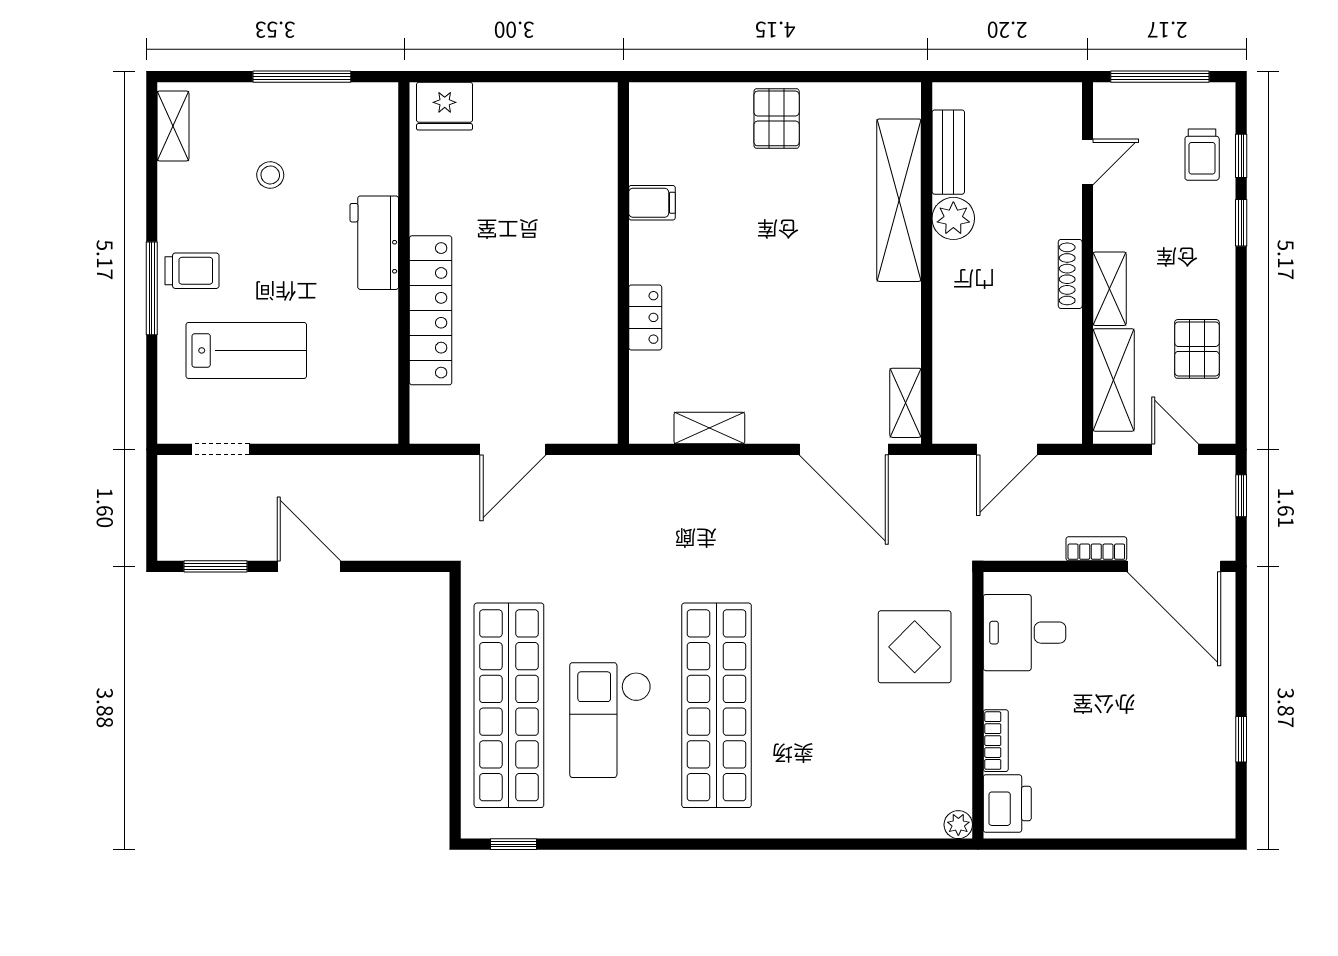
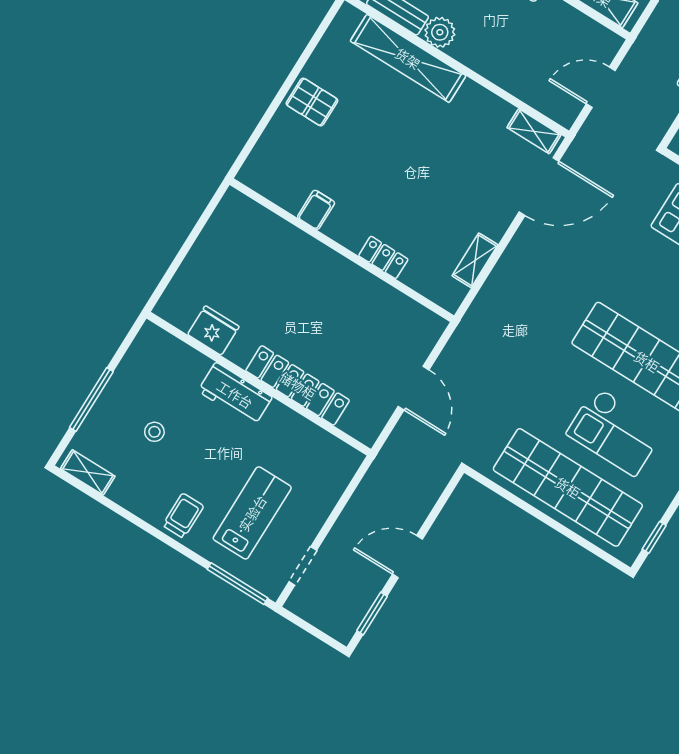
window: (302, 77) -> (91, 399), moved
fridge: (445, 106) -> (213, 331), moved, turned -90
window: (152, 288) -> (238, 584), moved
door: (1007, 449) -> (601, 87), swing flipped

